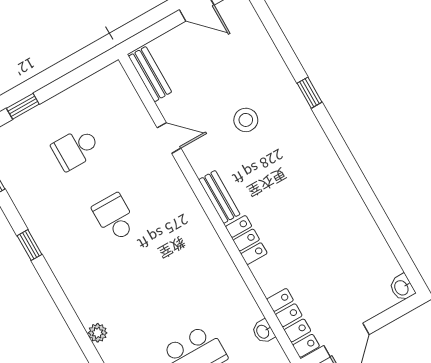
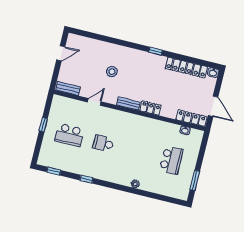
window: (310, 93) -> (156, 51), moved
window: (23, 106) -> (43, 125), moved
school desk: (76, 149) -> (69, 135), width x1.85
locker: (368, 236) -> (186, 68), added

